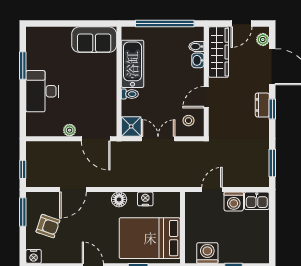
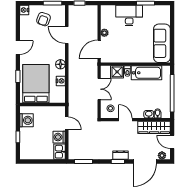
sofa: (94, 40) -> (162, 43), width x1.36
shower: (131, 126) -> (117, 72), moved

